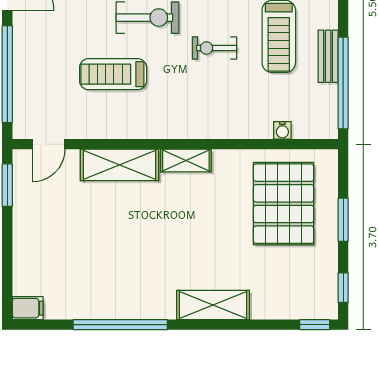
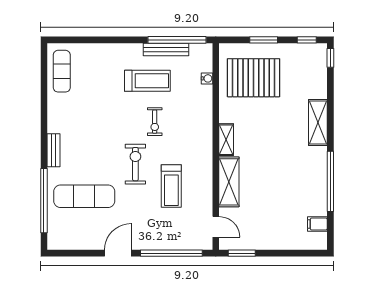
bench: (328, 56) -> (166, 49), width x1.36
filing cabinet: (28, 308) -> (317, 224), moved, turned -90

